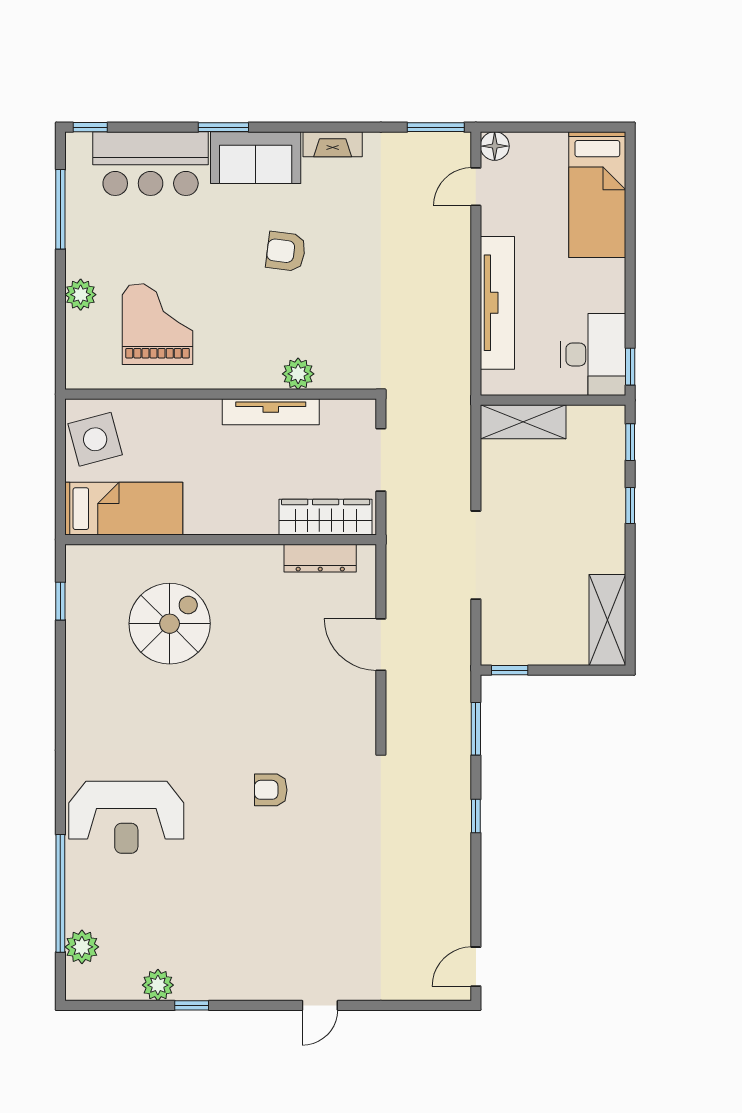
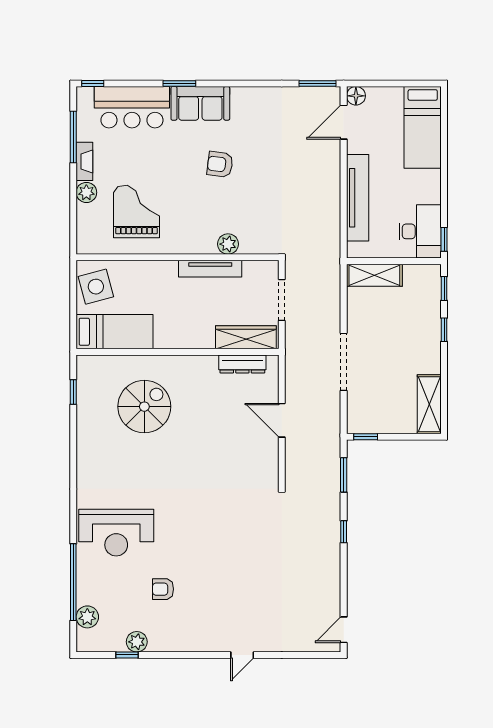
fireplace: (333, 144) -> (84, 161), moved, turned -90
door: (476, 187) -> (344, 122), width x1.38
armchair: (271, 790) -> (163, 589), moved
window: (192, 1005) -> (127, 655), moved

